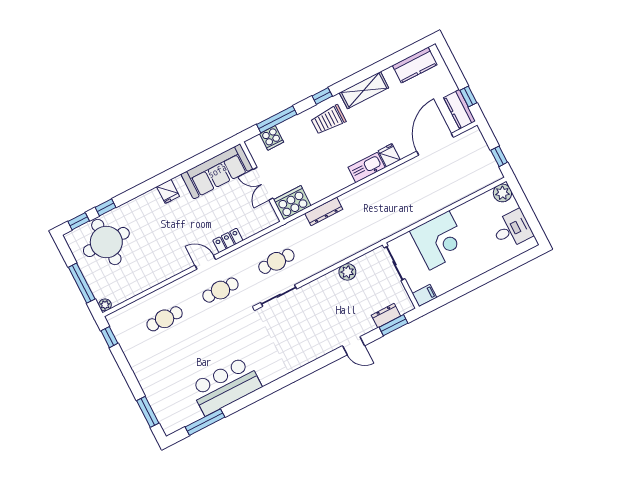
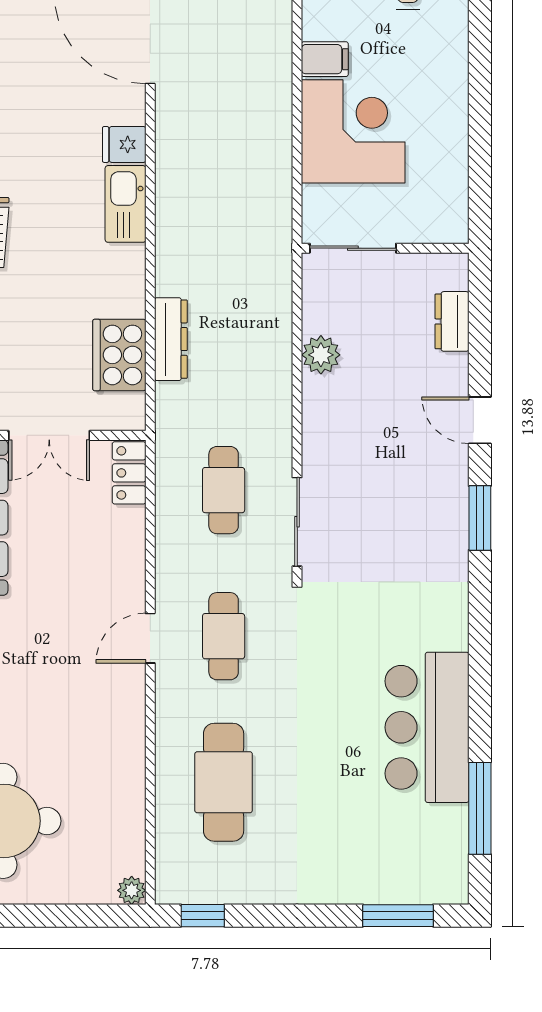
cooker: (292, 203) -> (119, 355), moved
locker: (228, 240) -> (129, 473), moved
window: (82, 283) -> (62, 916), removed
filing cabinet: (424, 295) -> (325, 59), moved, turned 90
cafe table: (165, 319) -> (224, 782), width x1.37, depth x1.35
window: (394, 325) -> (480, 518), moved
door: (354, 346) -> (480, 420), swing flipped

